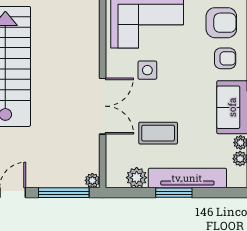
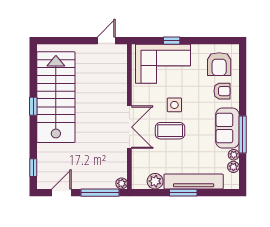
armchair: (221, 23) -> (219, 64), turned 90
side table: (147, 70) -> (174, 105), moved
coffee table: (158, 133) -> (170, 131), moved

